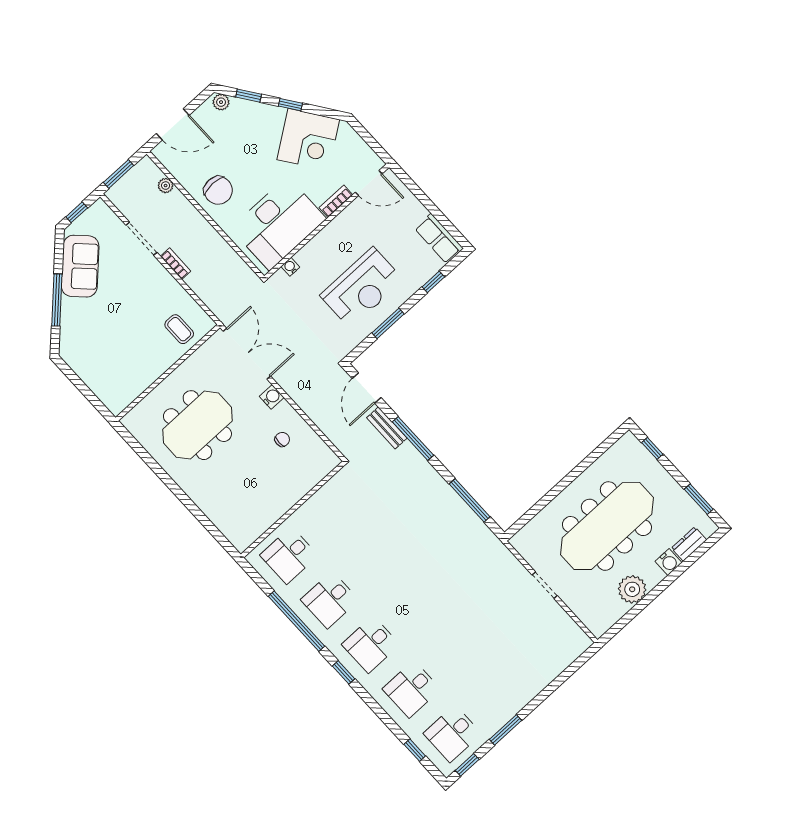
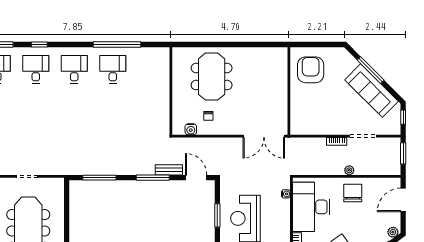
plant: (166, 186) -> (349, 170), moved
chair: (218, 190) -> (353, 193), turned 90
sofa: (80, 266) -> (372, 91), width x1.36
coffee table: (179, 329) -> (304, 115), removed
armchair: (120, 370) -> (311, 70), added
water cooler: (272, 397) -> (191, 129), moved
meeting table: (197, 425) -> (212, 77), moved
desk: (289, 555) -> (151, 69), removed
window: (344, 672) -> (39, 45), moved

